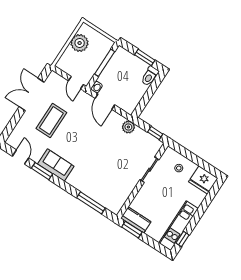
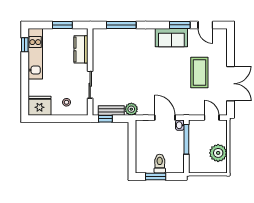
window: (105, 63) -> (186, 139), moved
toilet: (150, 76) -> (160, 164), moved
door: (76, 83) -> (212, 118), moved
bench: (146, 137) -> (111, 110), added
kitchen counter: (136, 220) -> (81, 49), moved, turned 90
window: (132, 230) -> (62, 25), moved

